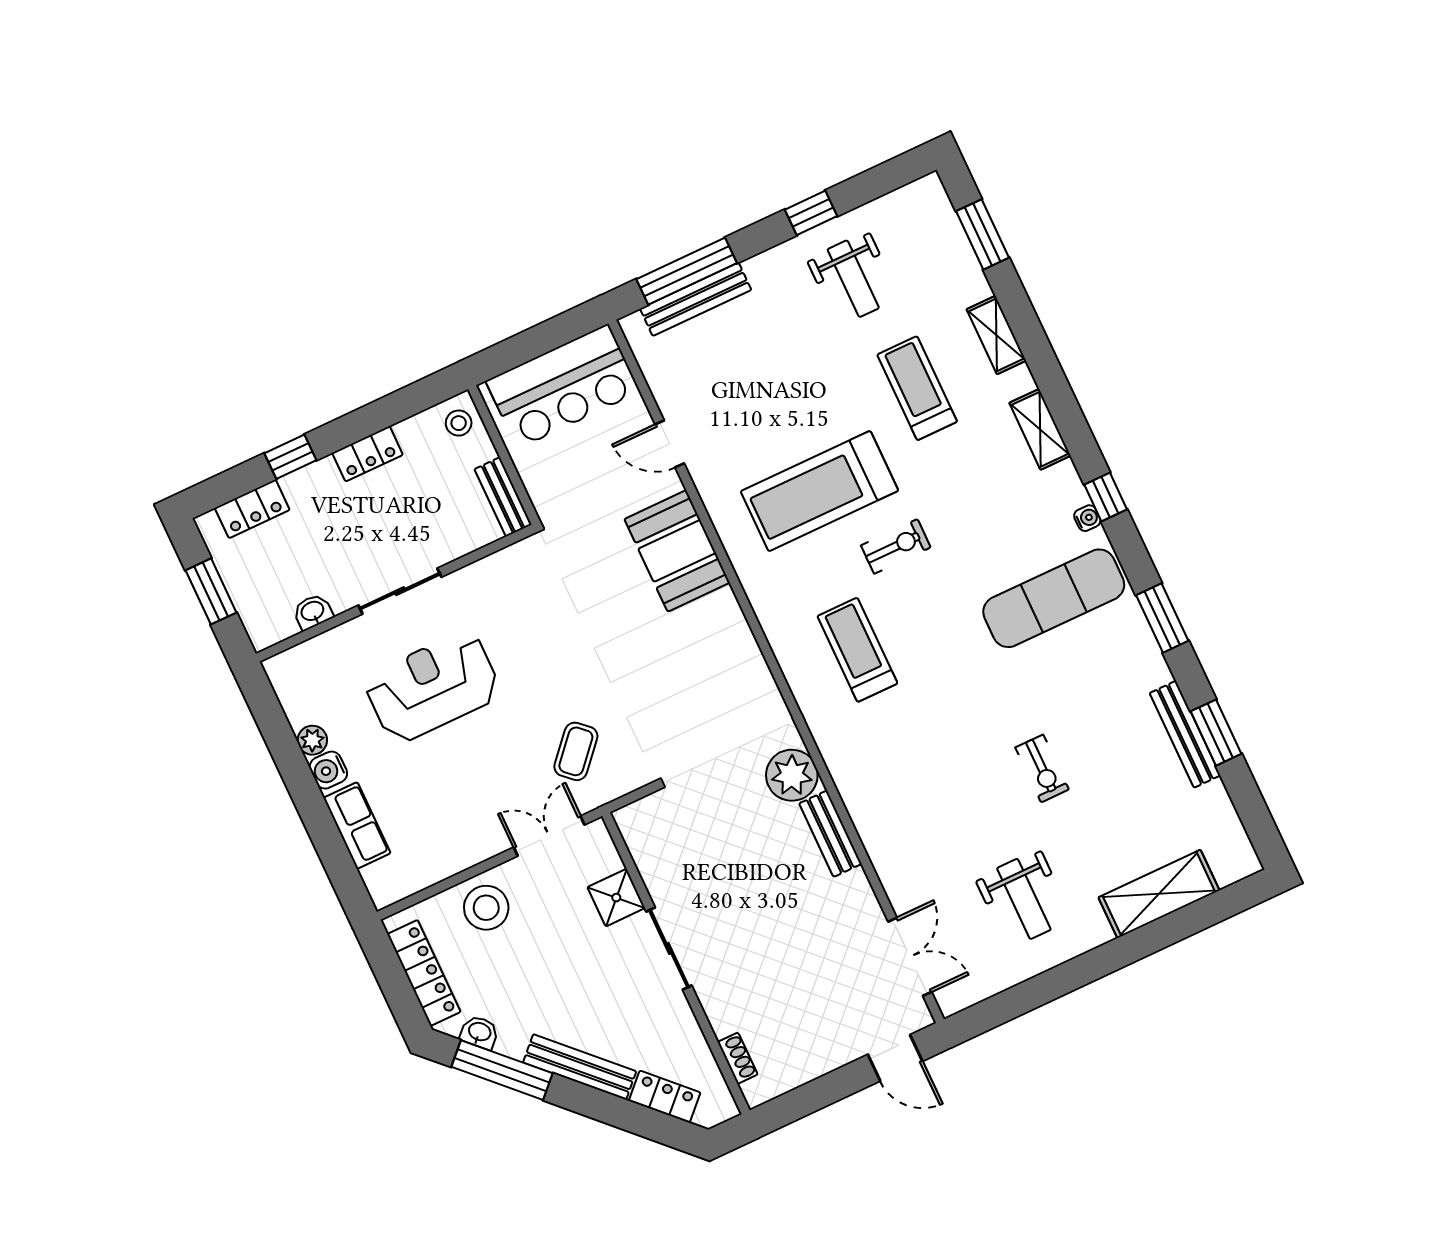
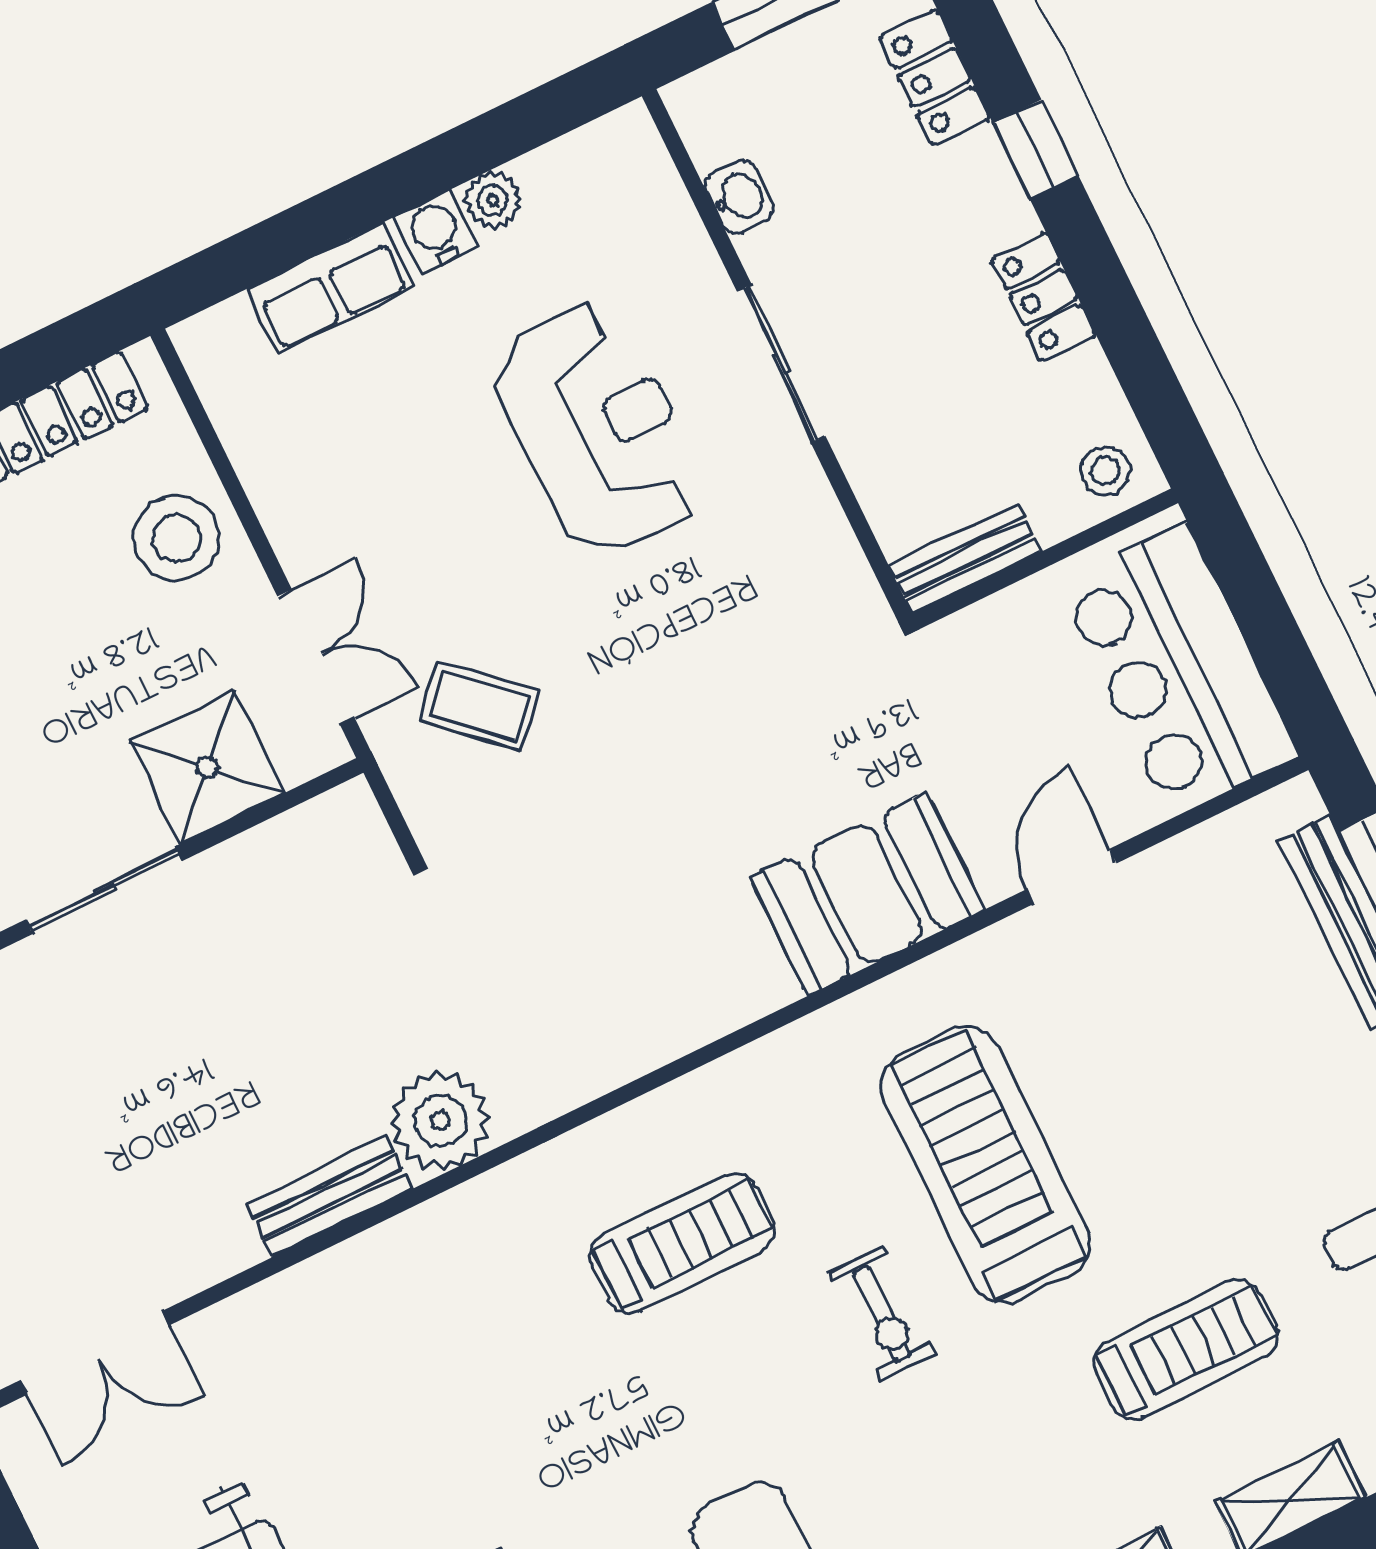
shower: (616, 898) -> (207, 767), width x1.36, depth x1.36

